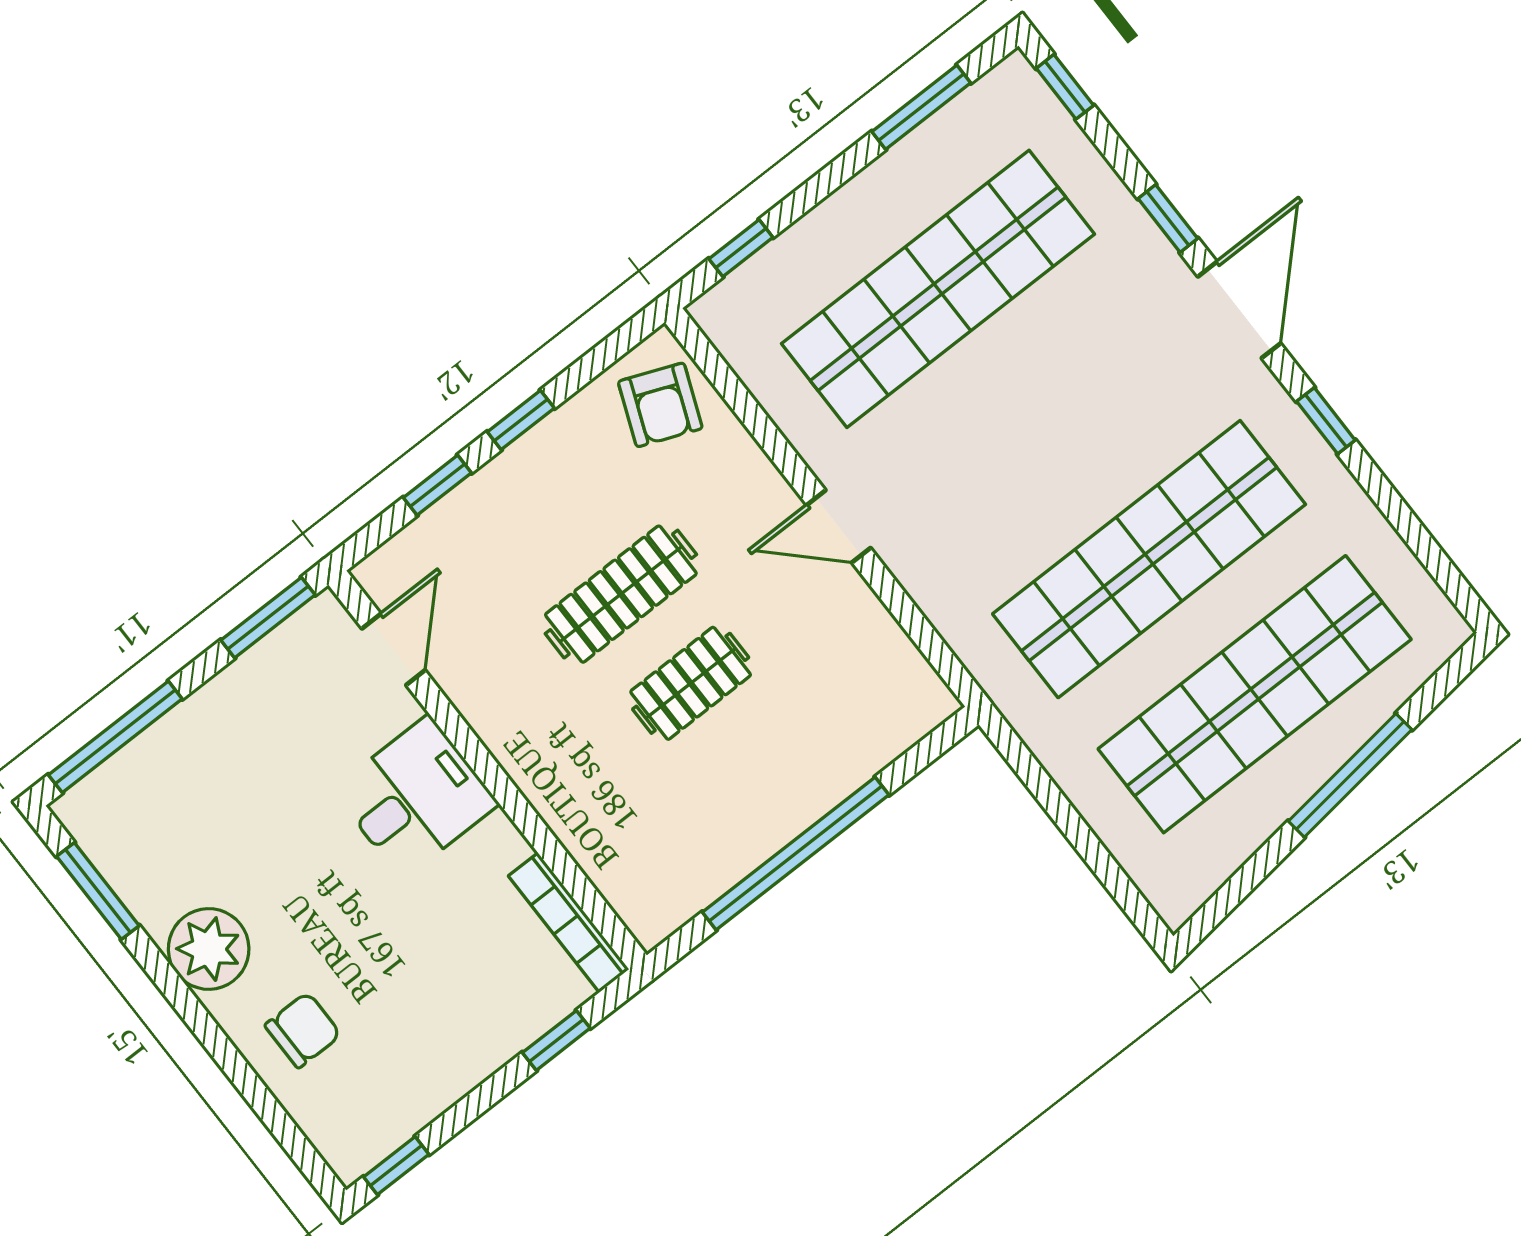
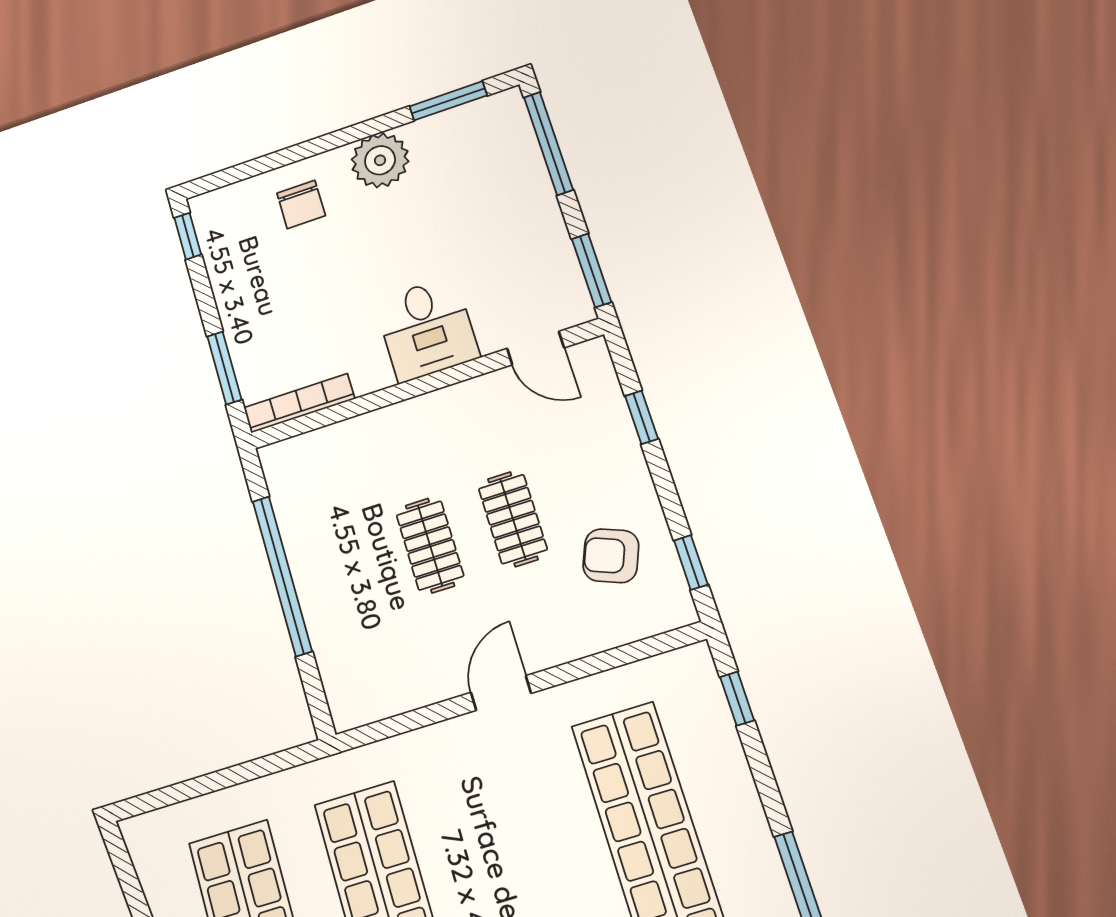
armchair: (660, 405) -> (611, 556), moved
window: (521, 420) -> (691, 562), moved
clothes rail: (621, 594) -> (513, 519), width x0.73
window: (556, 1040) -> (224, 368), width x1.50

